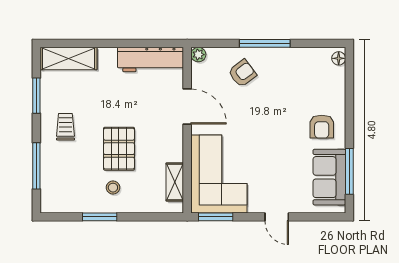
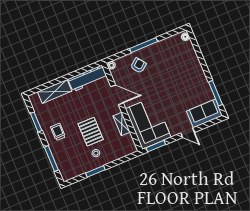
shelving: (69, 58) -> (55, 91), moved
armchair: (322, 127) -> (191, 76), removed
sofa: (329, 177) -> (204, 113), moved, turned 90
shelving: (175, 182) -> (122, 124), moved

